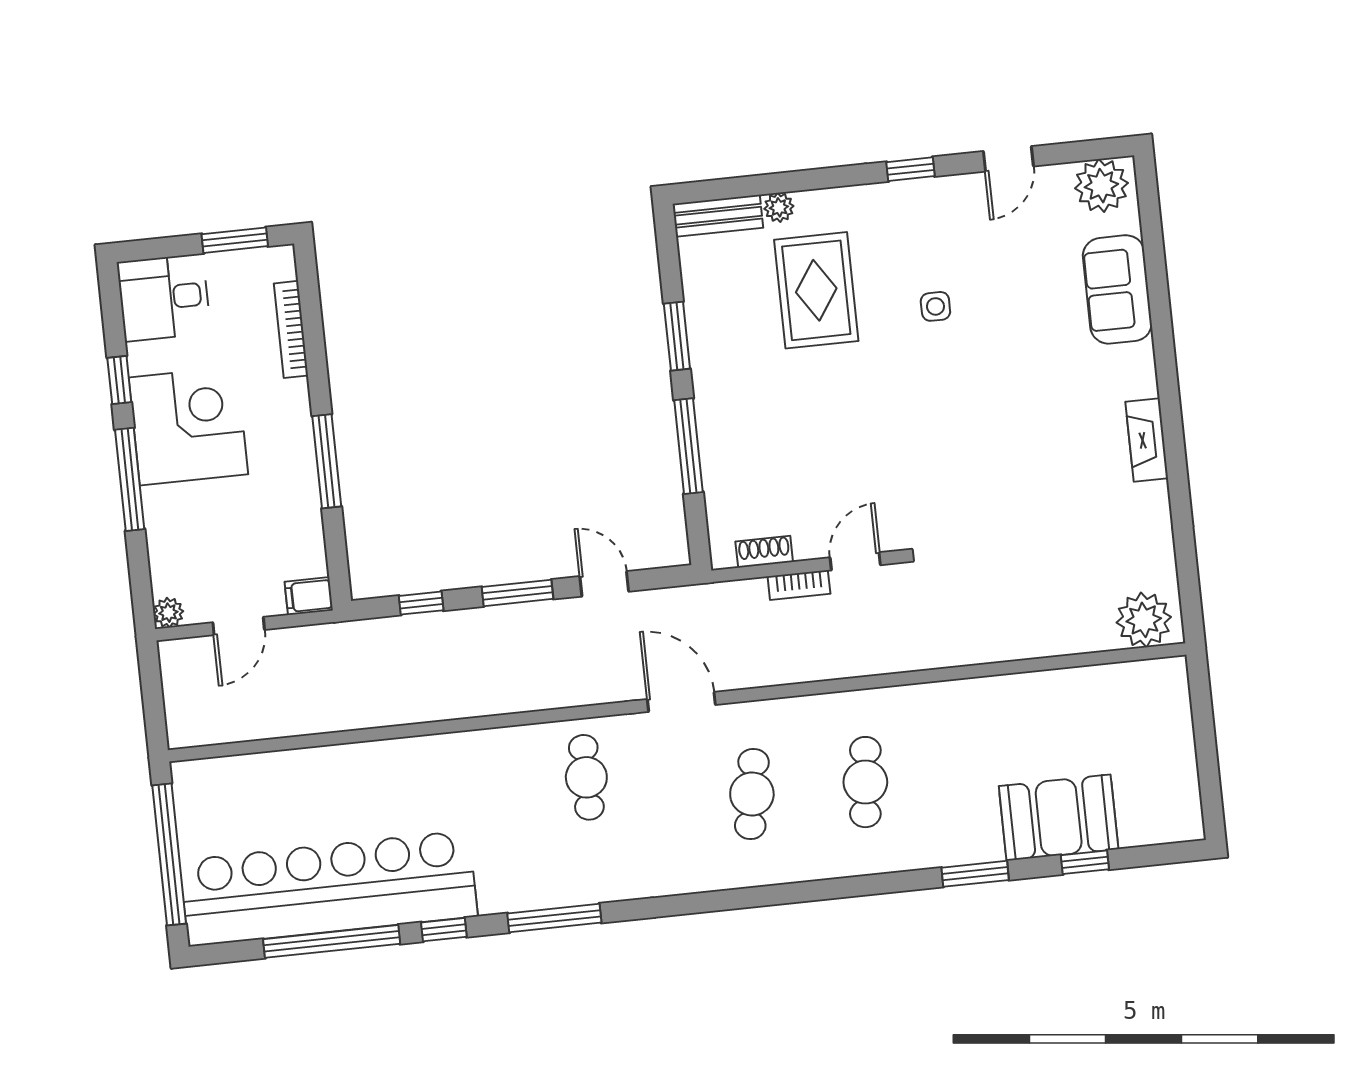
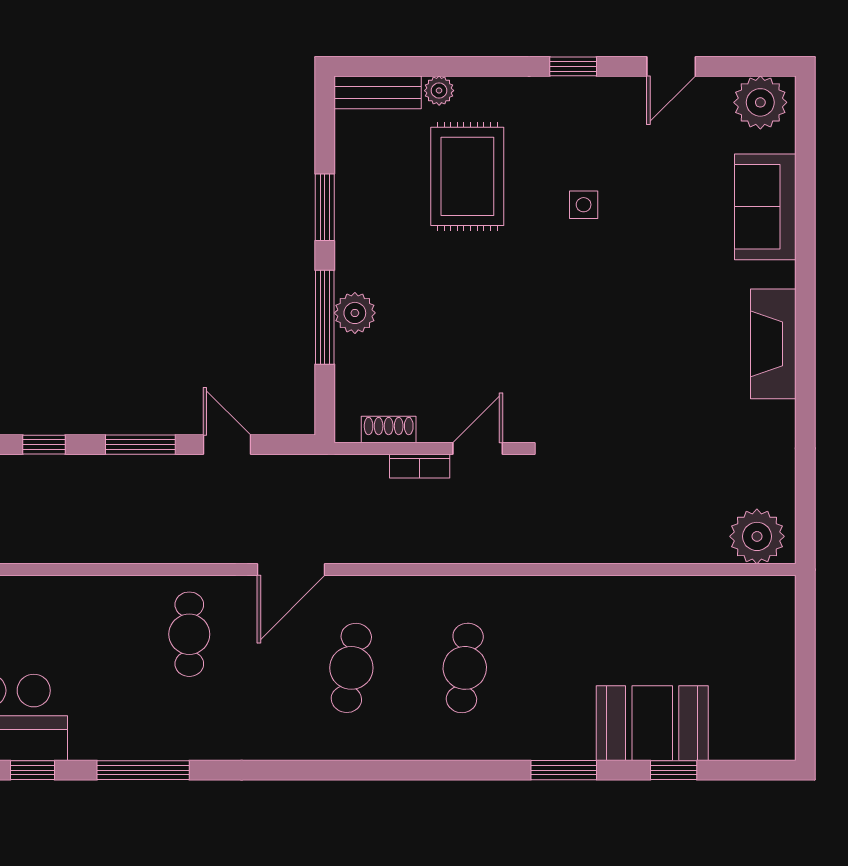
plant: (718, 439) -> (355, 313), added
fireplace: (1147, 440) -> (773, 344), width x1.37, depth x1.32
door: (681, 702) -> (291, 570), swing flipped

